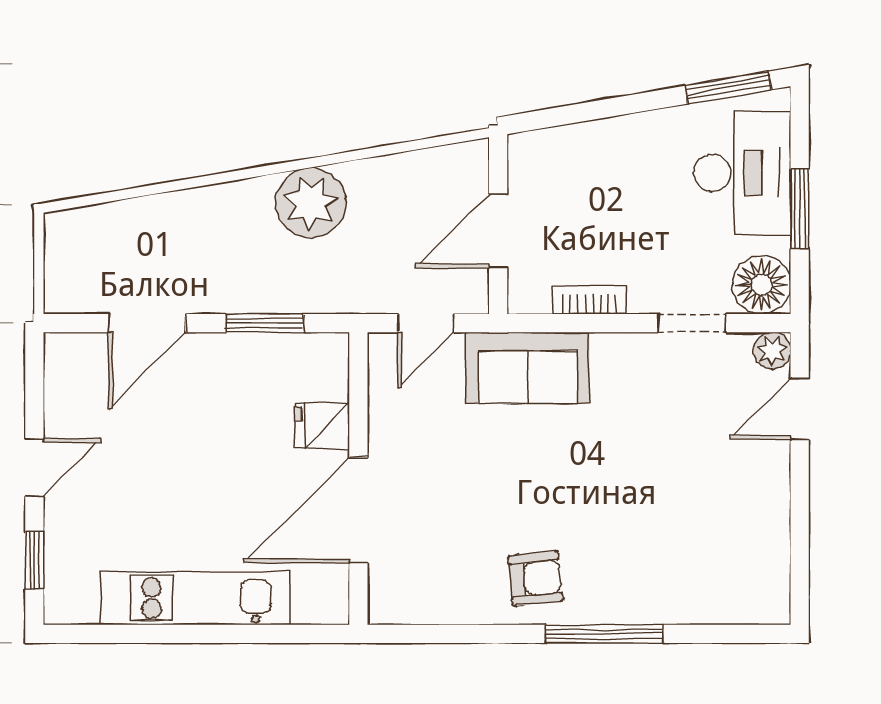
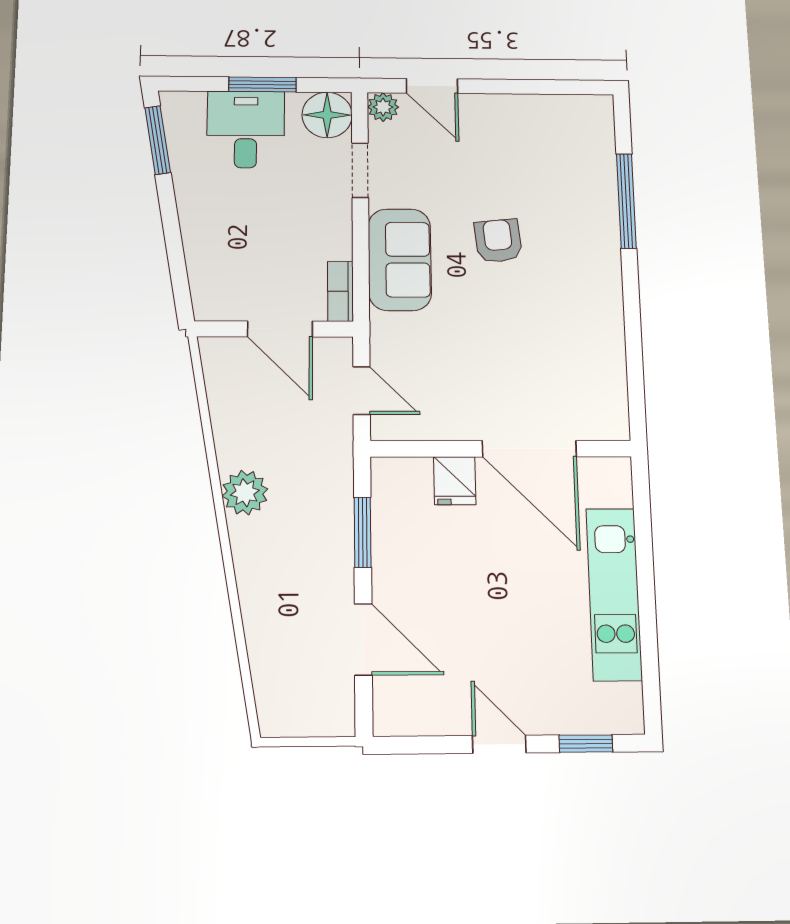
desk: (742, 173) -> (246, 129), width x0.73
plant: (311, 203) -> (245, 493), width x0.73, depth x0.73
bookcase: (589, 300) -> (340, 291), moved
sofa: (527, 368) -> (400, 260), moved
armchair: (535, 578) -> (498, 241), moved
window: (604, 634) -> (626, 201), moved

